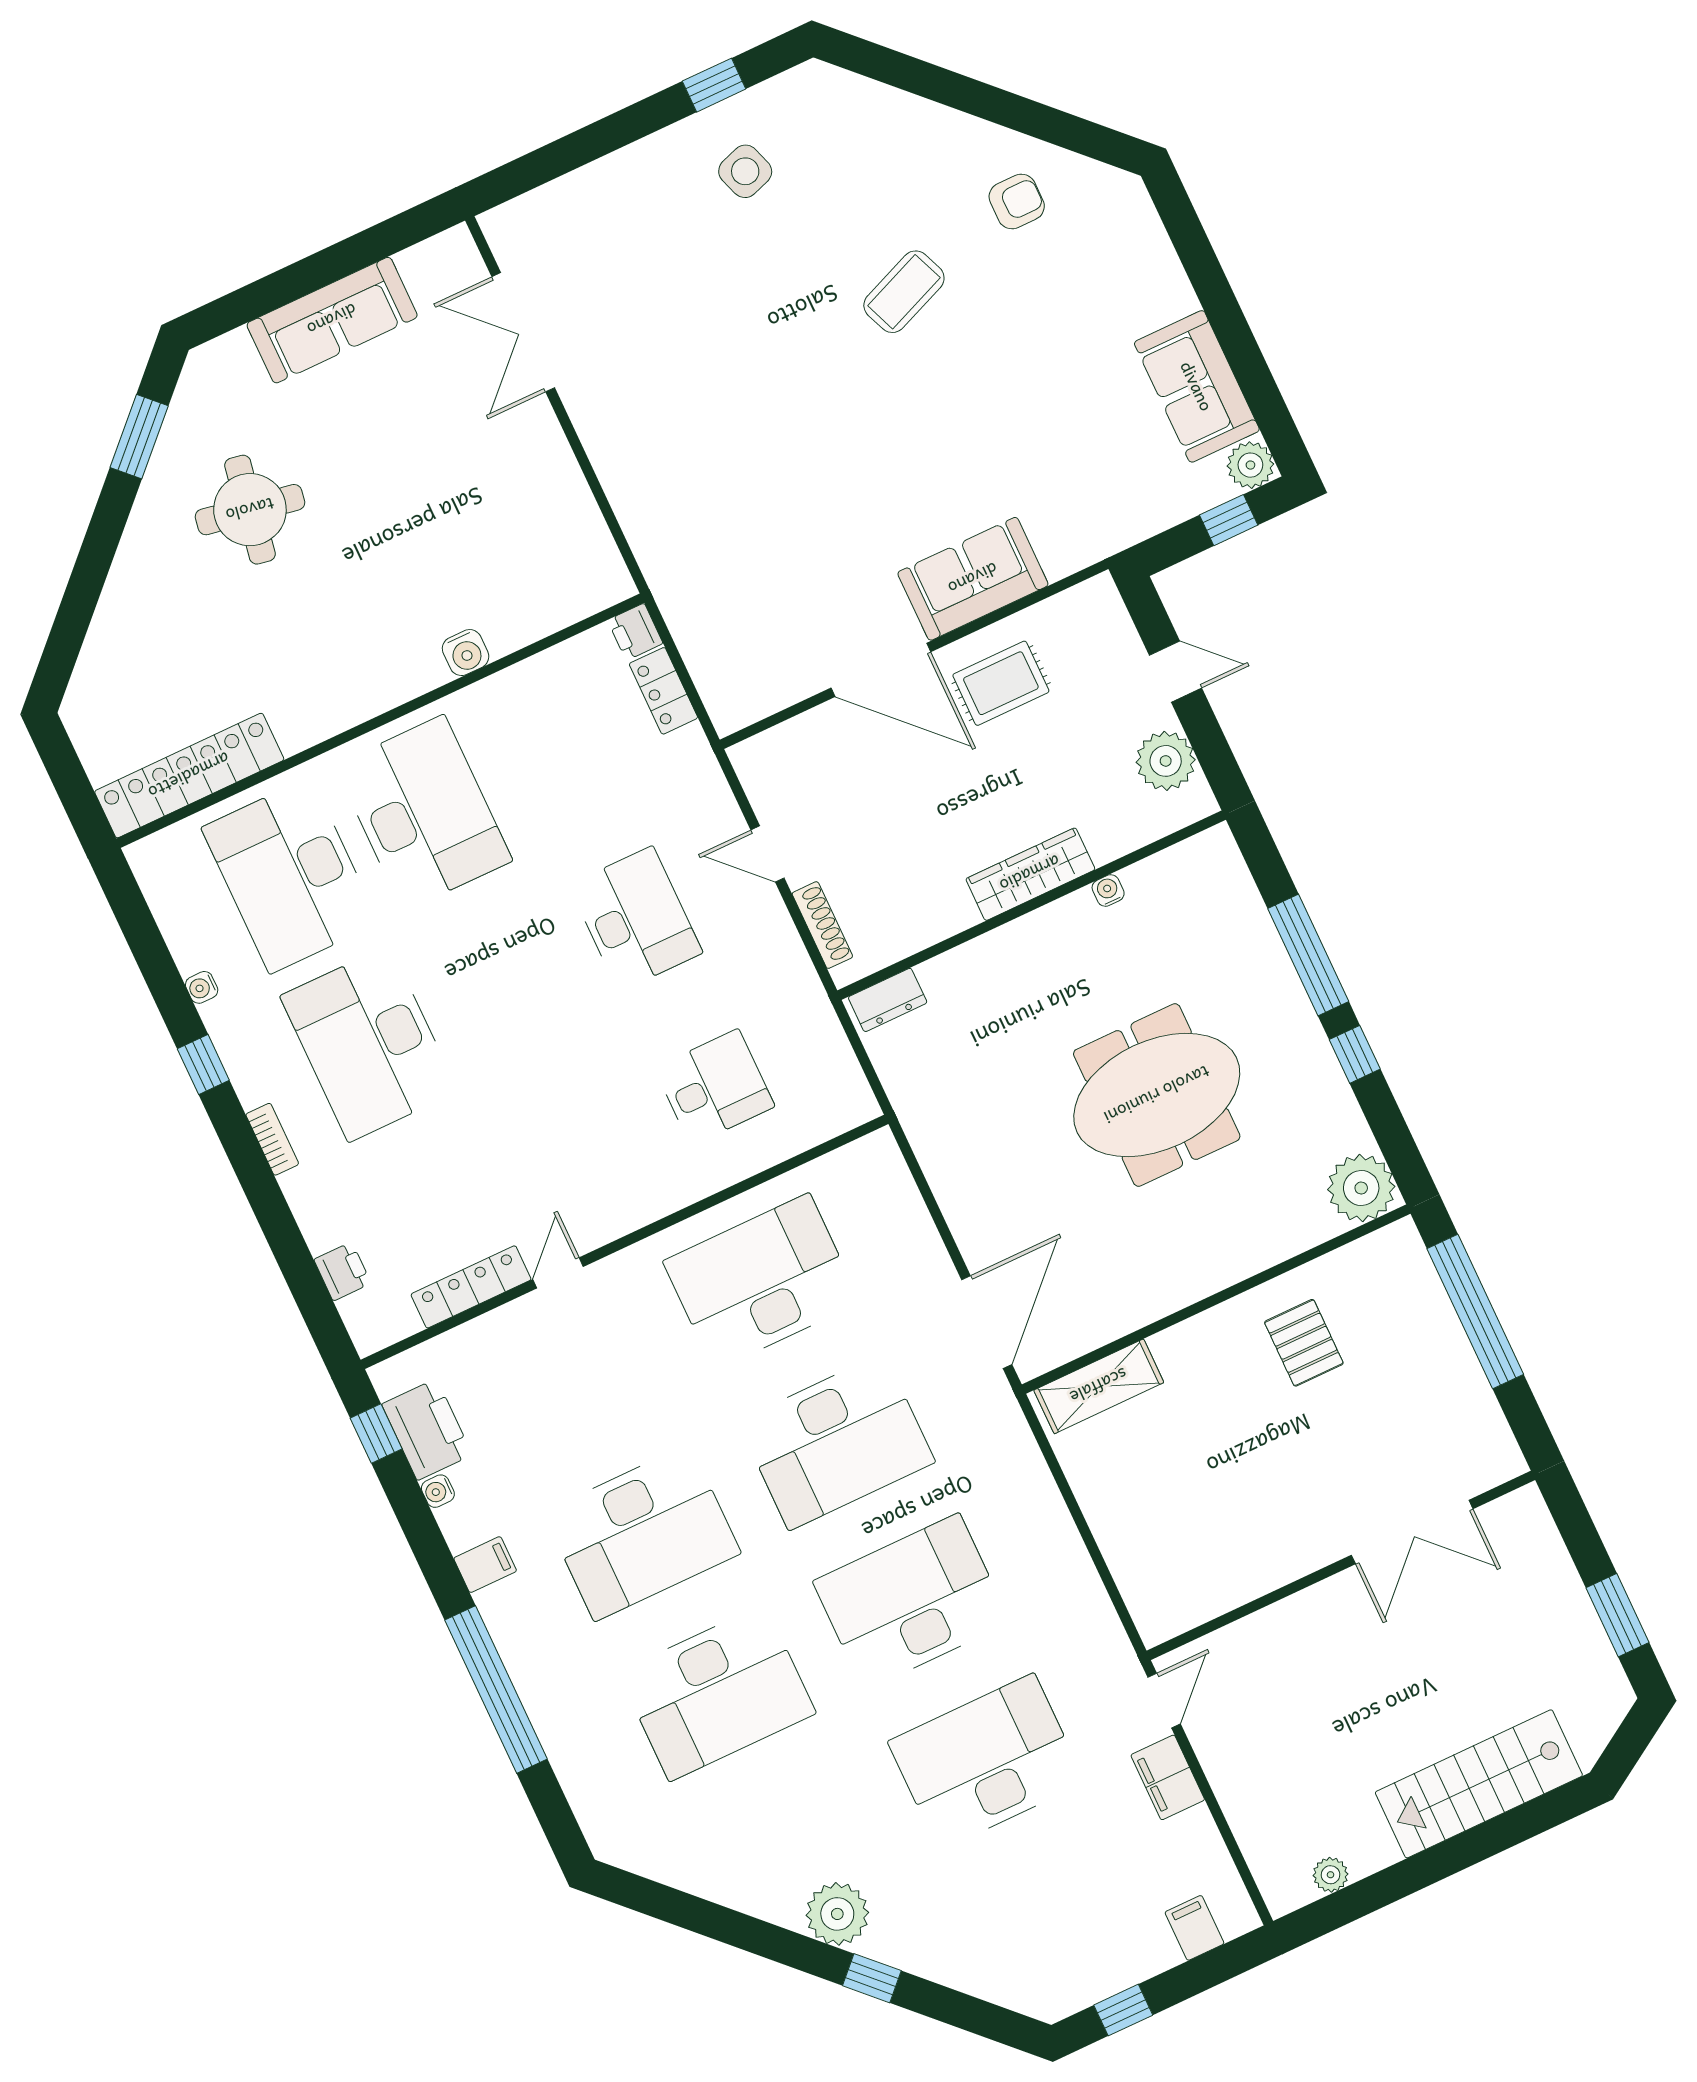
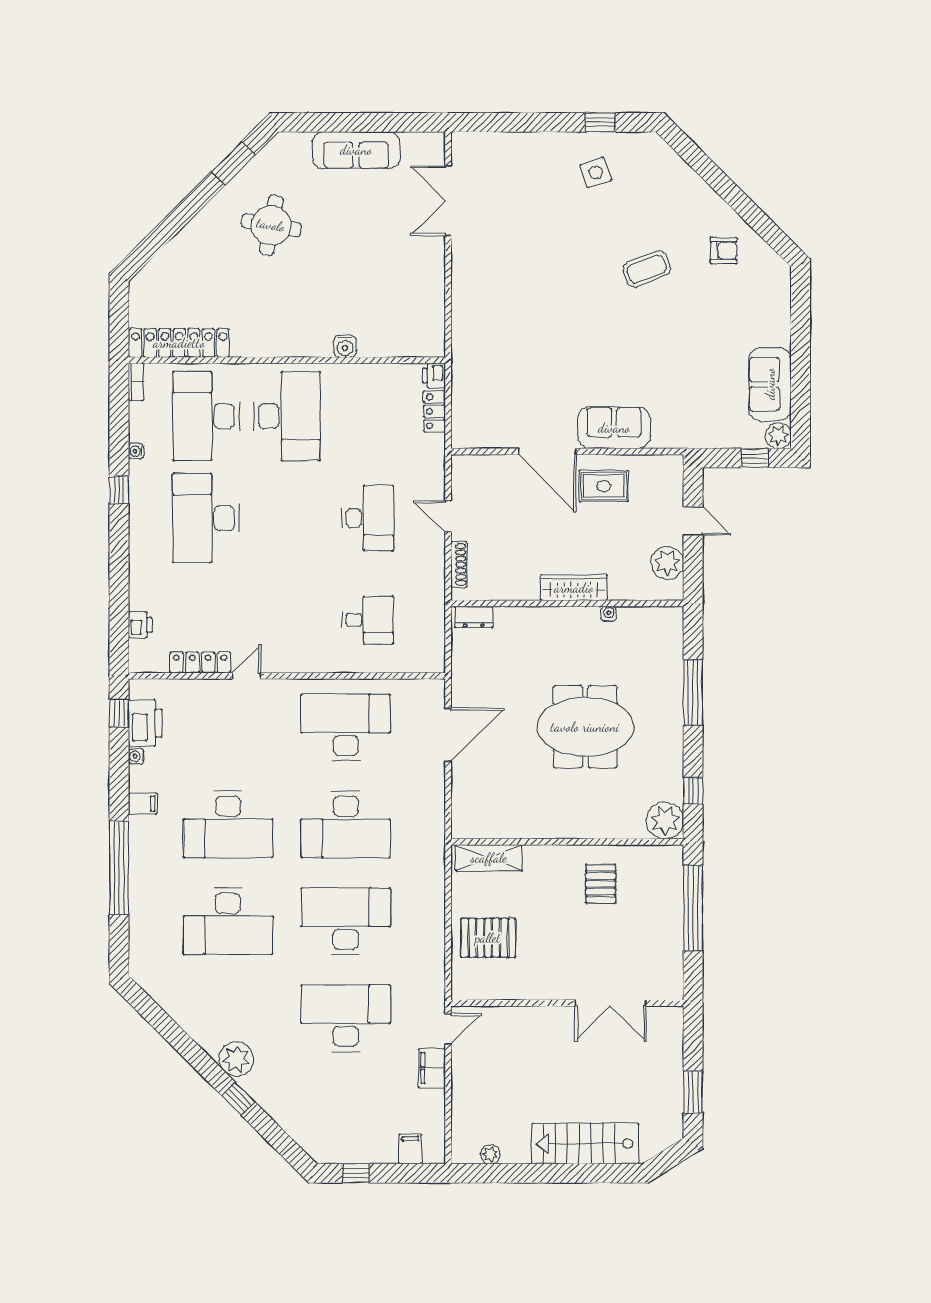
window: (1355, 1054) -> (693, 791), moved
bookcase: (272, 1139) -> (136, 382), moved
door: (987, 1322) -> (448, 735), moved
pallet: (1160, 1519) -> (488, 938), added

